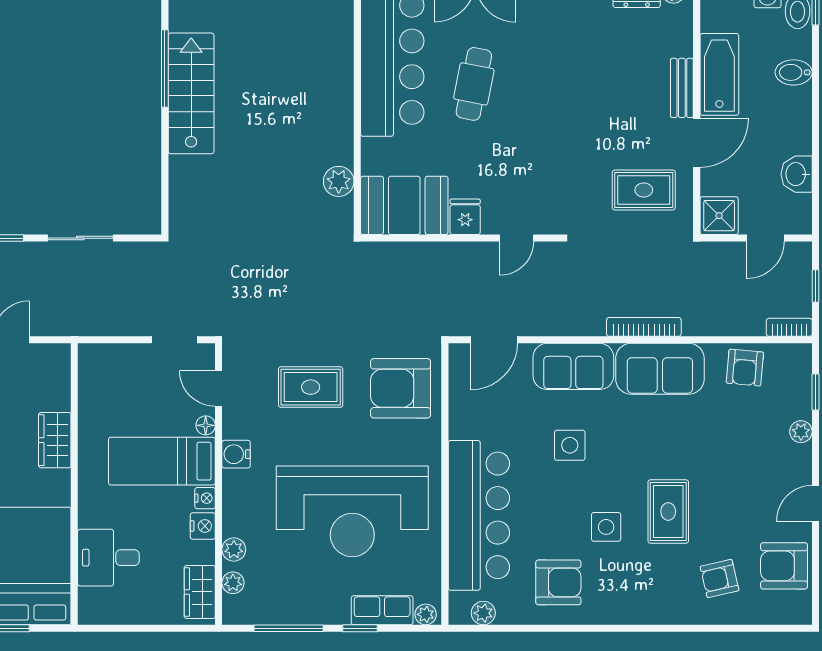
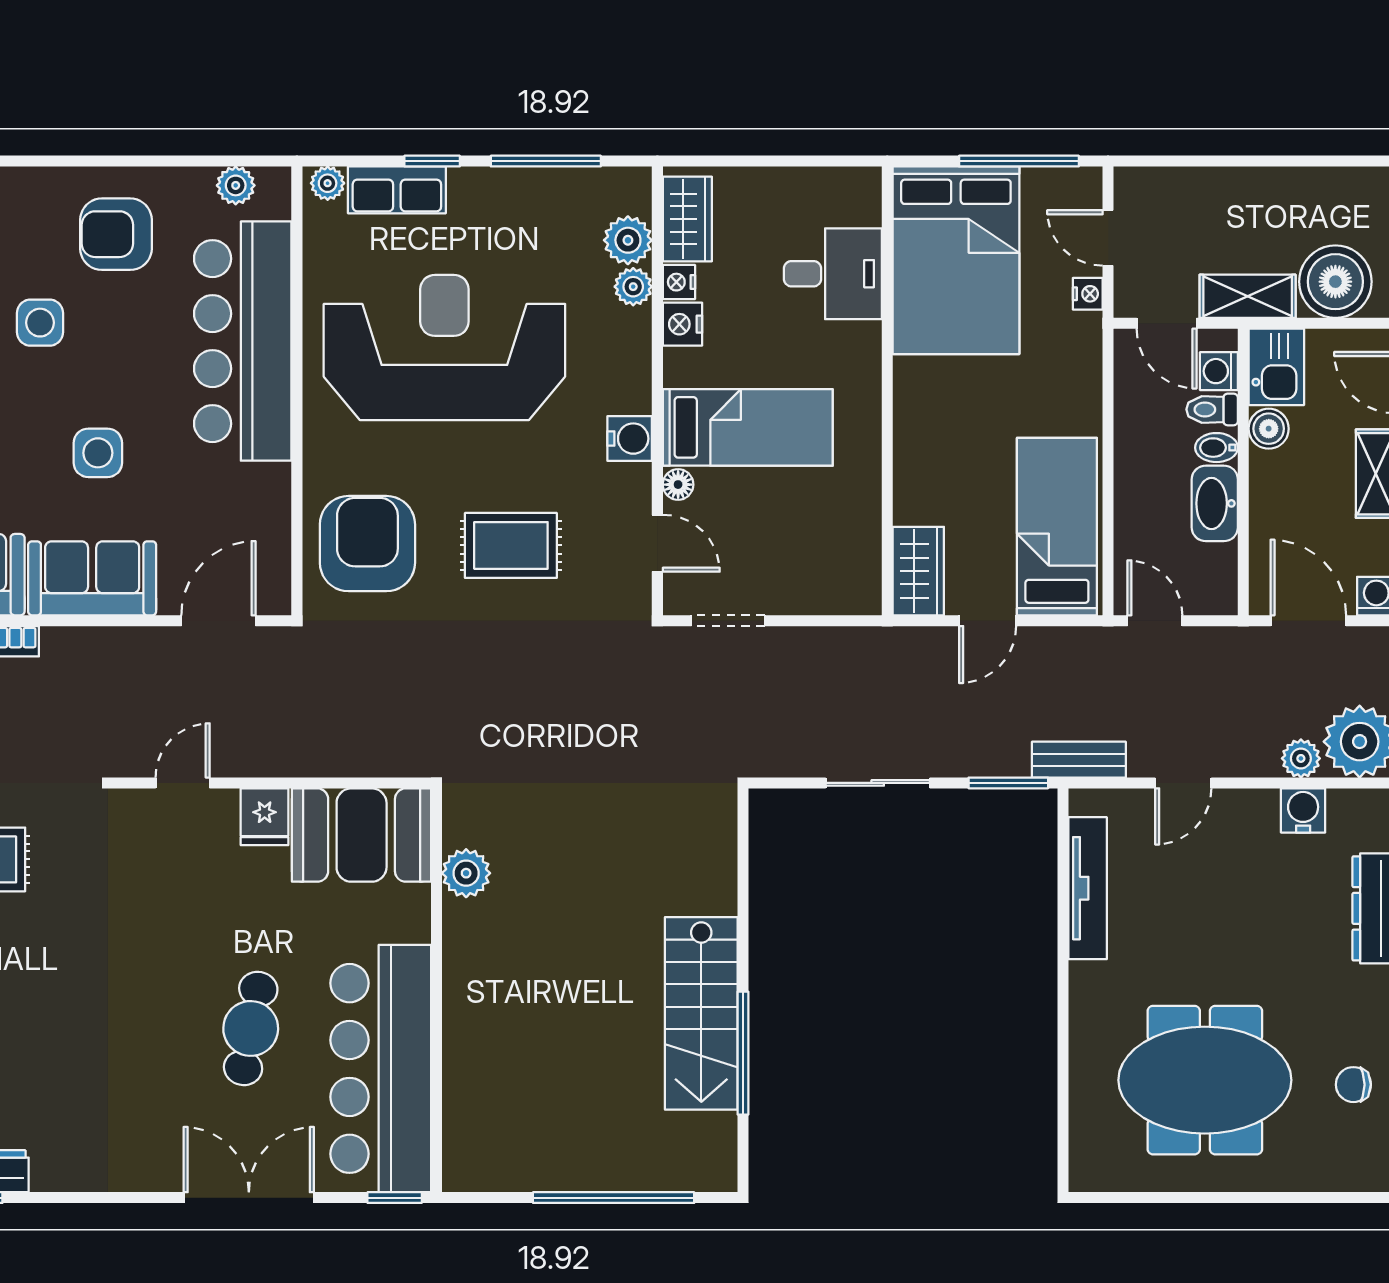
armchair: (401, 388) -> (367, 544), turned -90
wardrobe: (55, 440) -> (918, 571), moved
nightstand: (205, 498) -> (679, 282), moved
plant: (233, 583) -> (628, 240), width x1.38, depth x1.38

